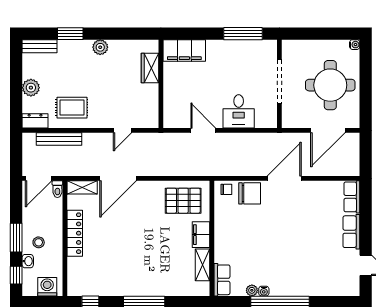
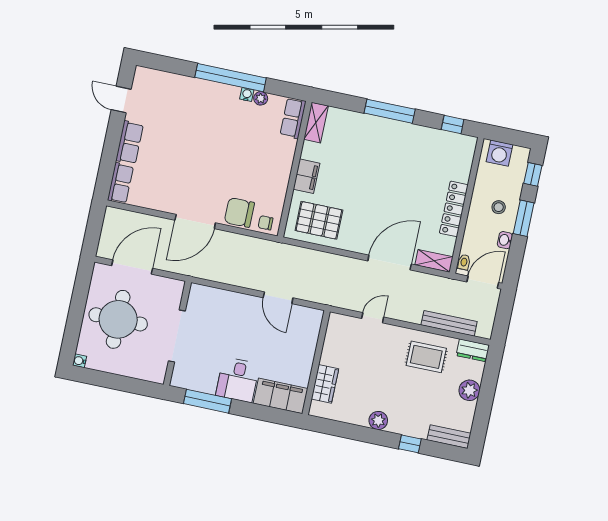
window: (70, 34) -> (410, 444), width x0.67
desk: (239, 111) -> (238, 380), moved, turned 180
washbasin: (28, 261) -> (505, 240), moved
shelving: (202, 265) -> (316, 123), moved

